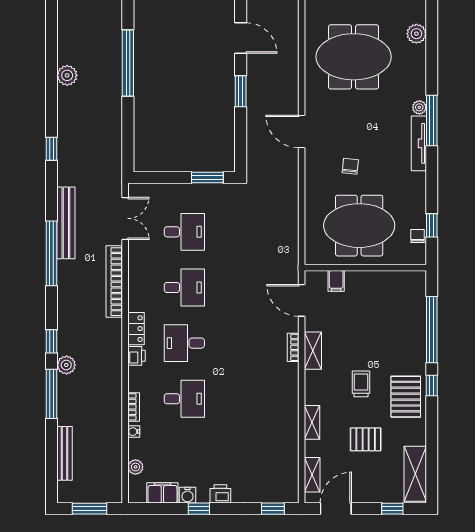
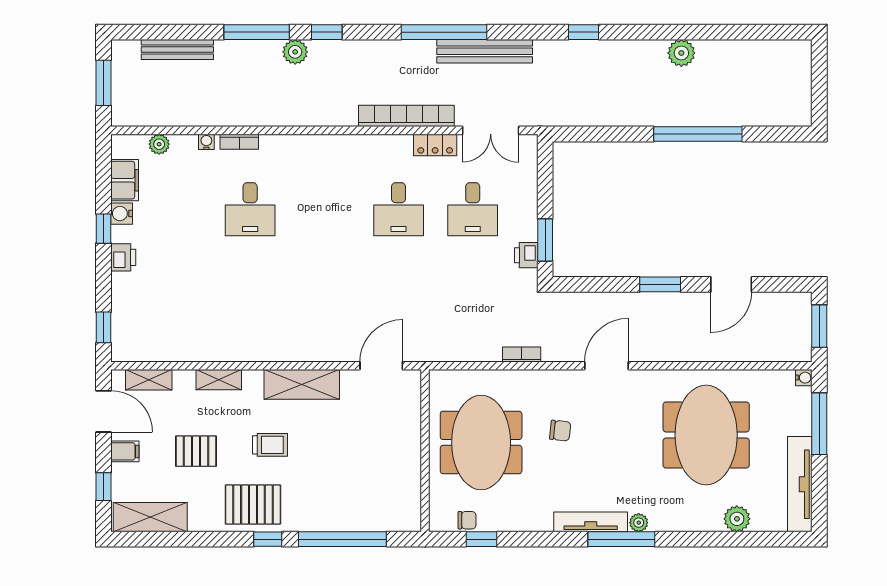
filing cabinet: (336, 281) -> (125, 451), moved, turned 180
locker: (136, 329) -> (435, 145), moved
desk: (184, 343) -> (324, 209), removed
bookcase: (293, 347) -> (522, 354), moved
shelving: (313, 351) -> (302, 384), width x1.50, depth x1.33
printer: (137, 356) -> (526, 255), moved, turned 90
pallet: (366, 439) -> (196, 451), turned 90

